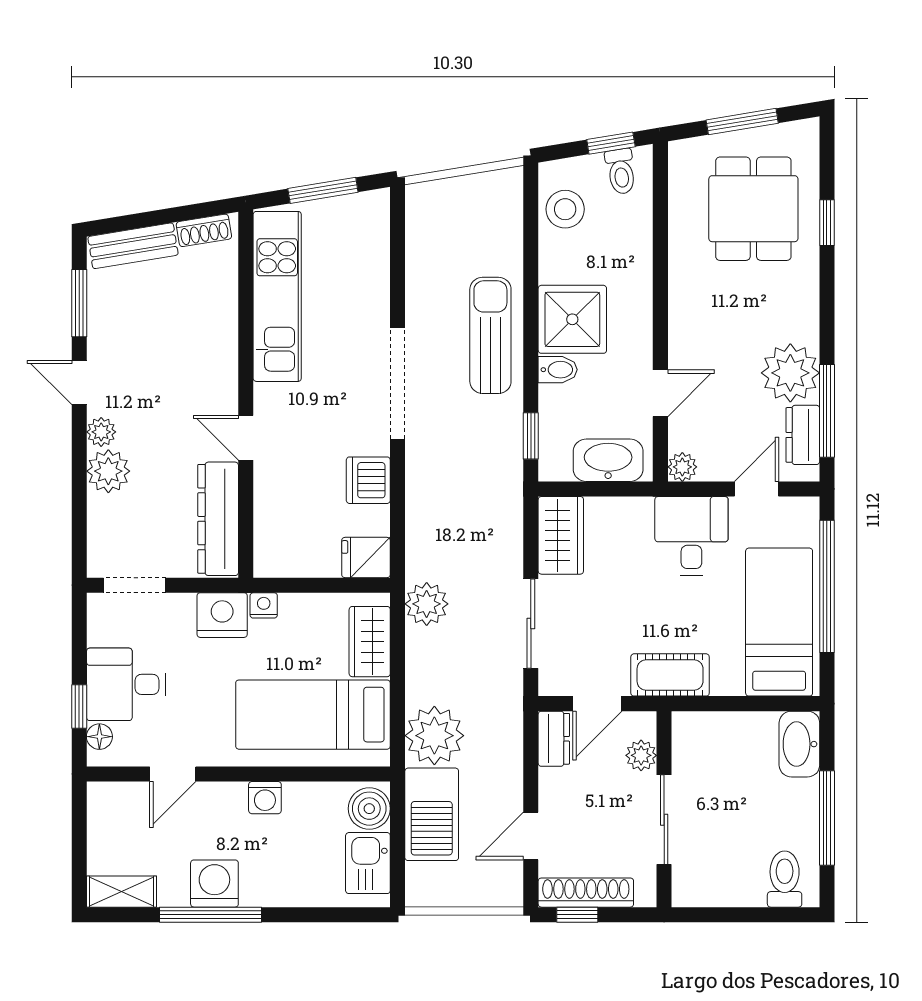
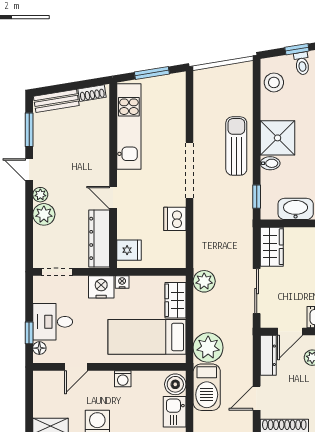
fridge: (366, 558) -> (129, 250), moved, turned 180
dresser: (554, 739) -> (268, 355), width x1.44

